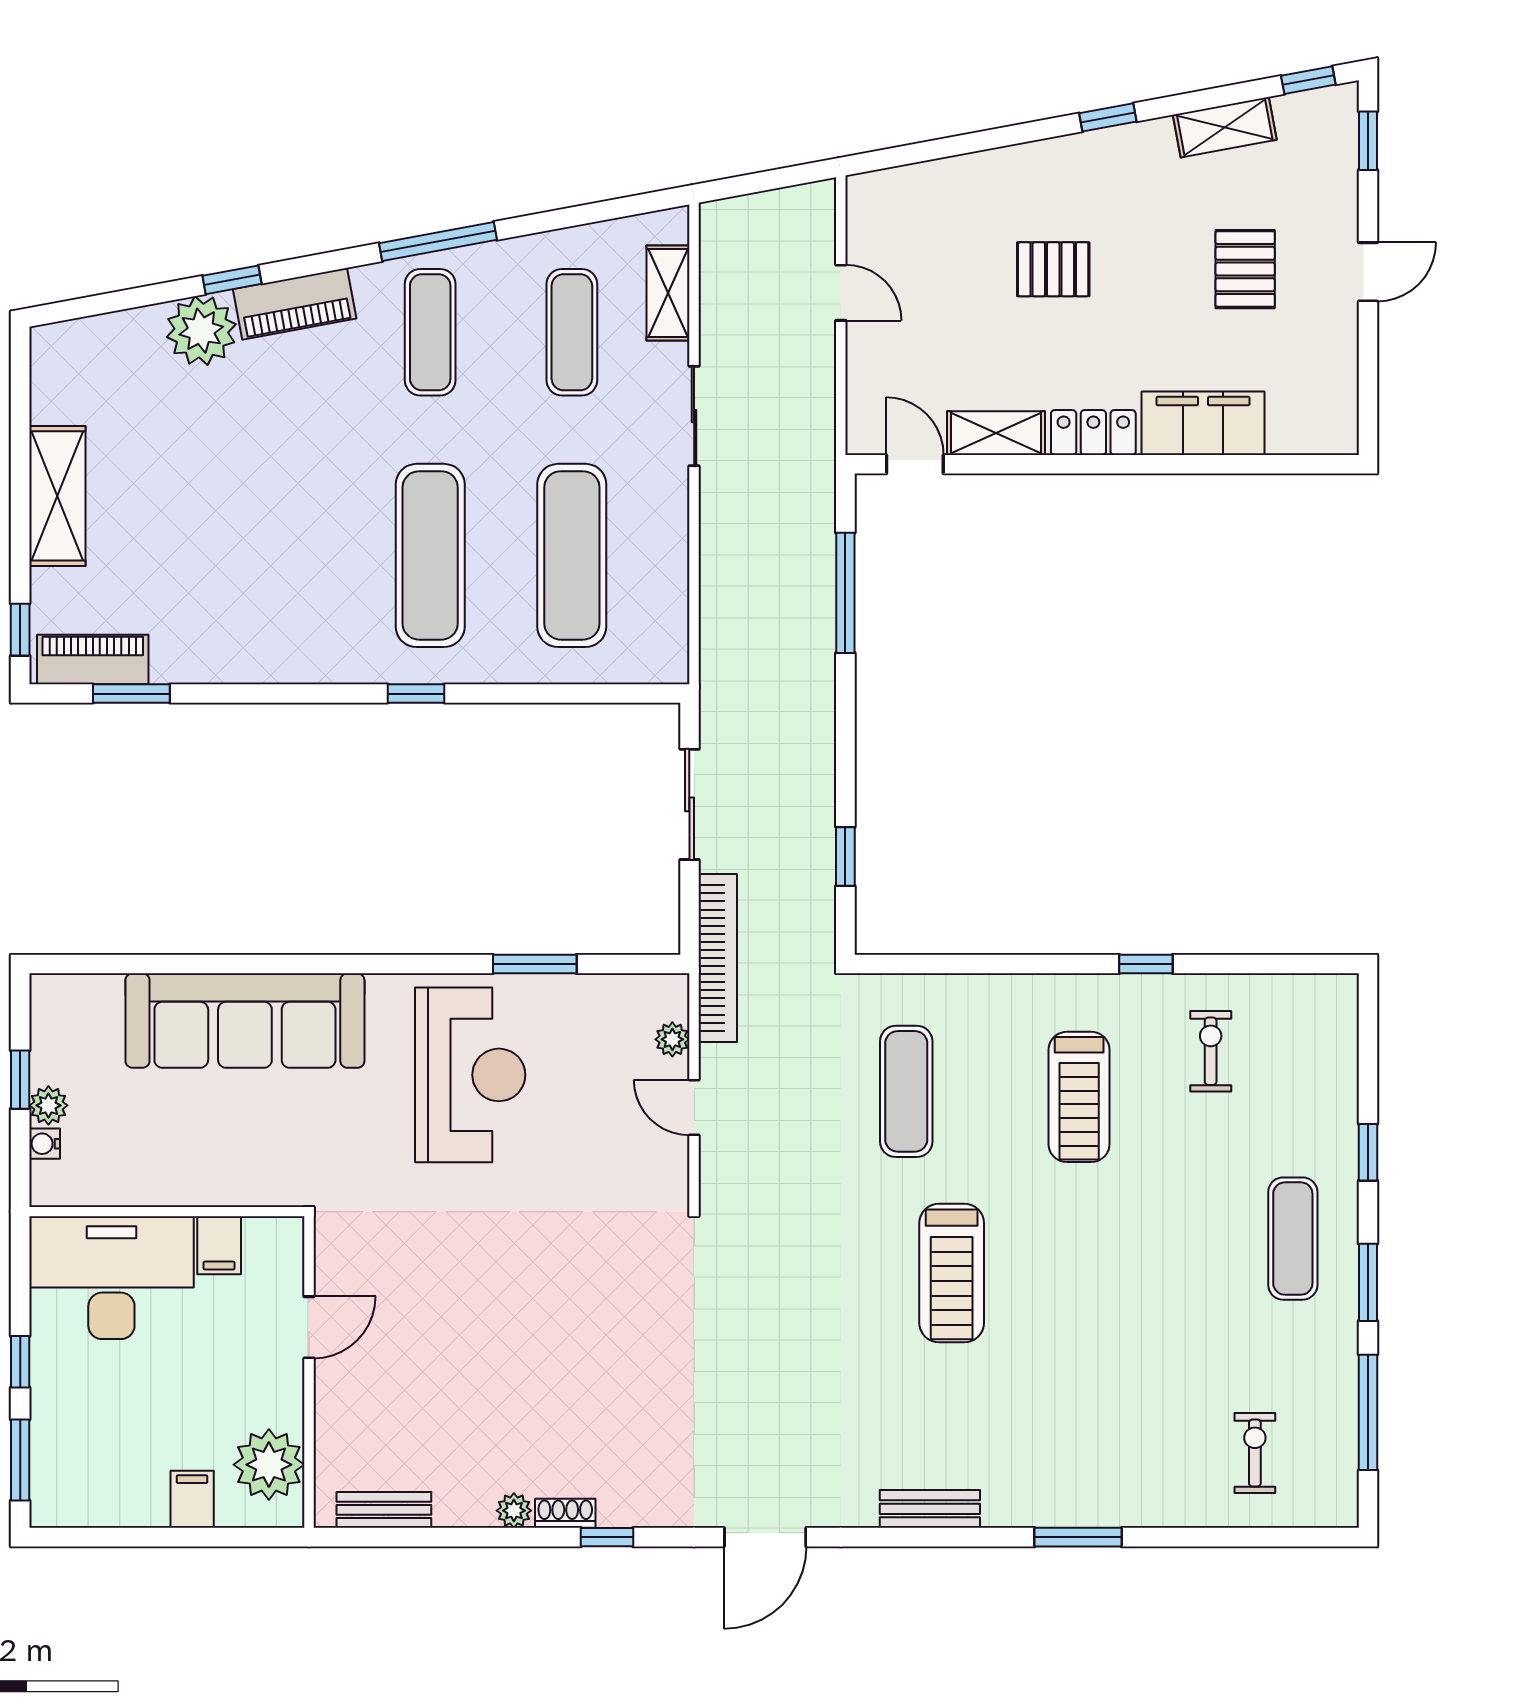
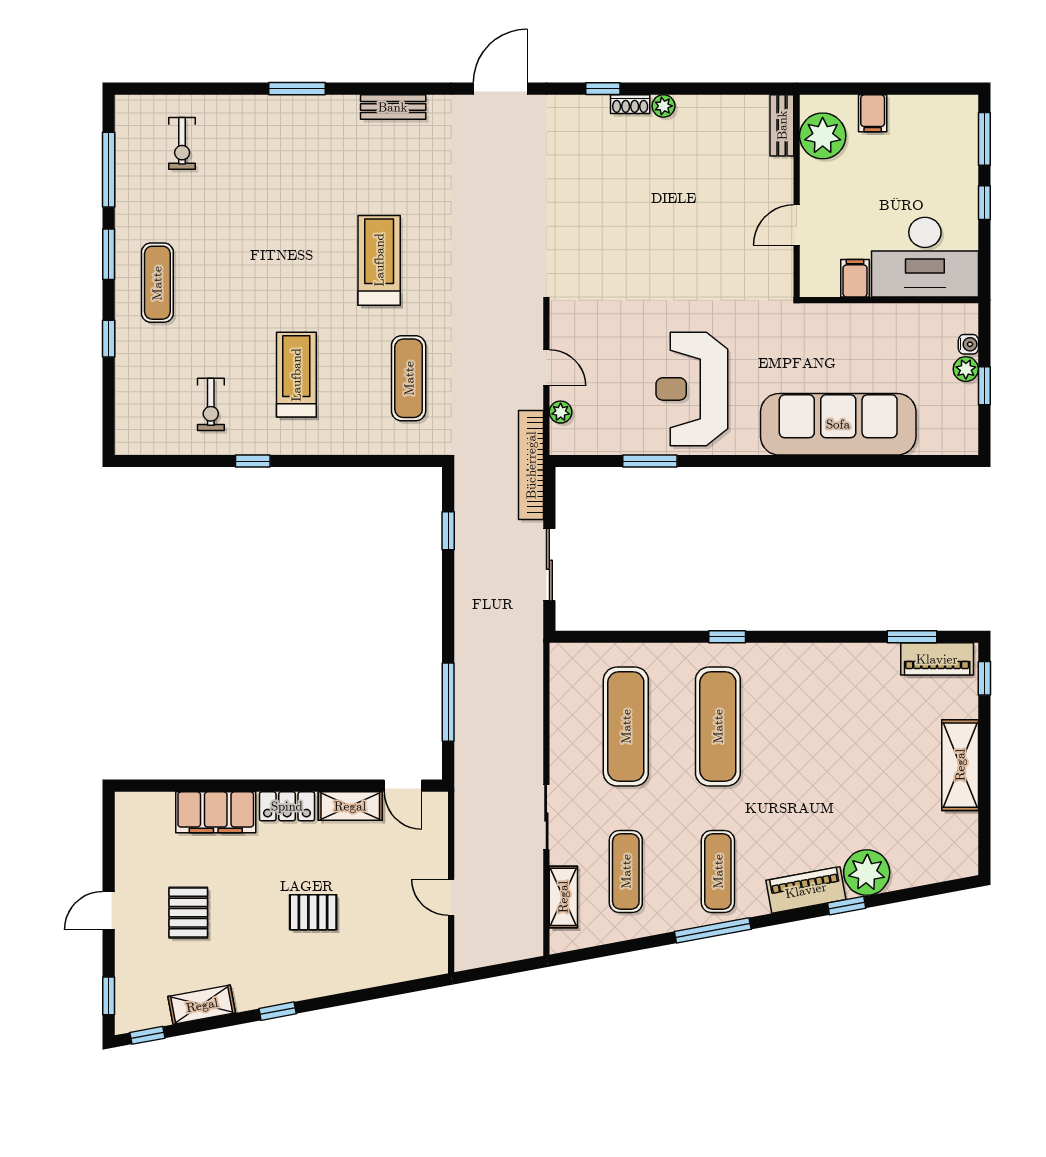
bench: (384, 1510) -> (782, 125), moved, turned 90

